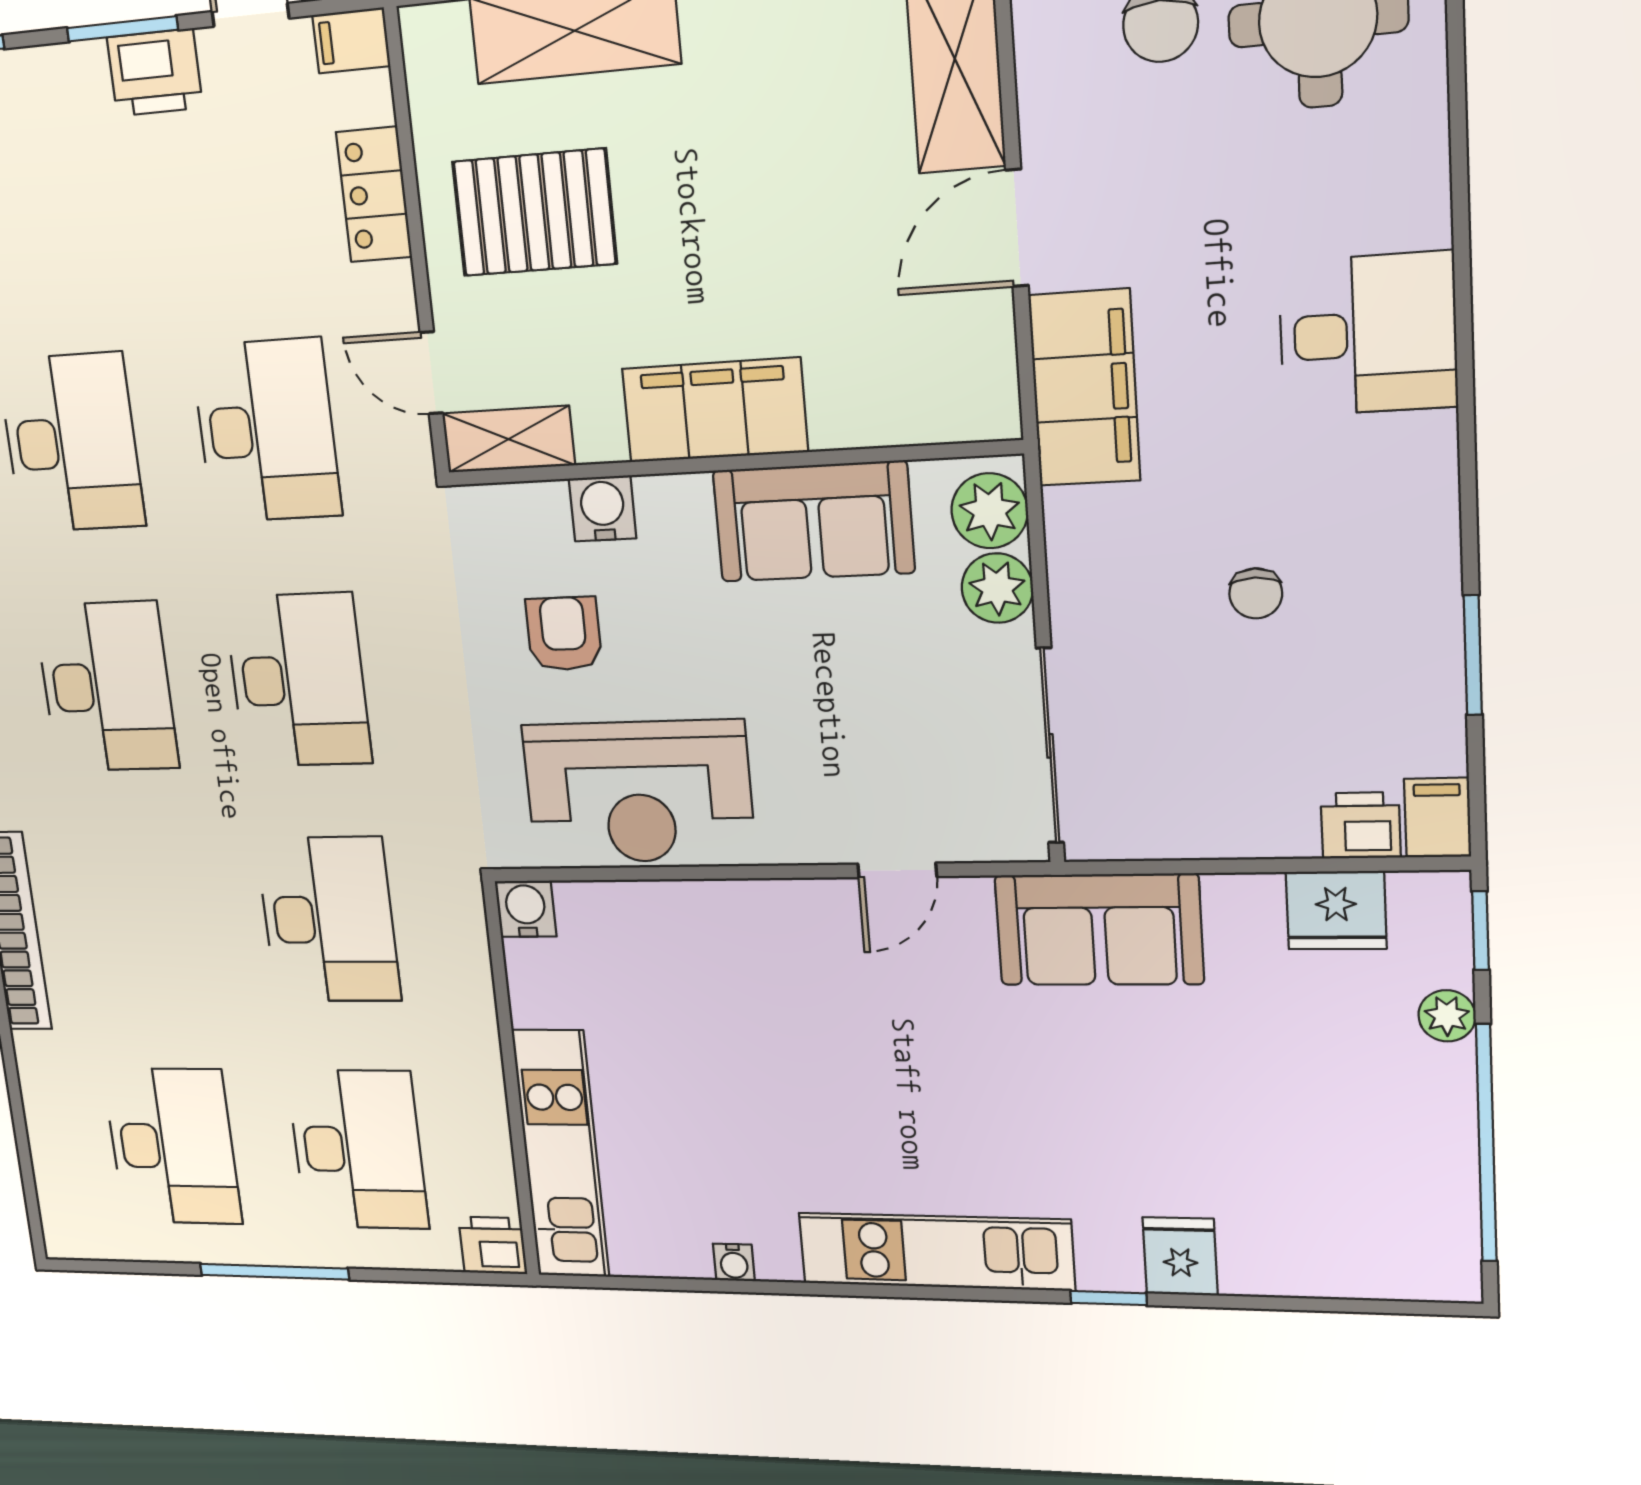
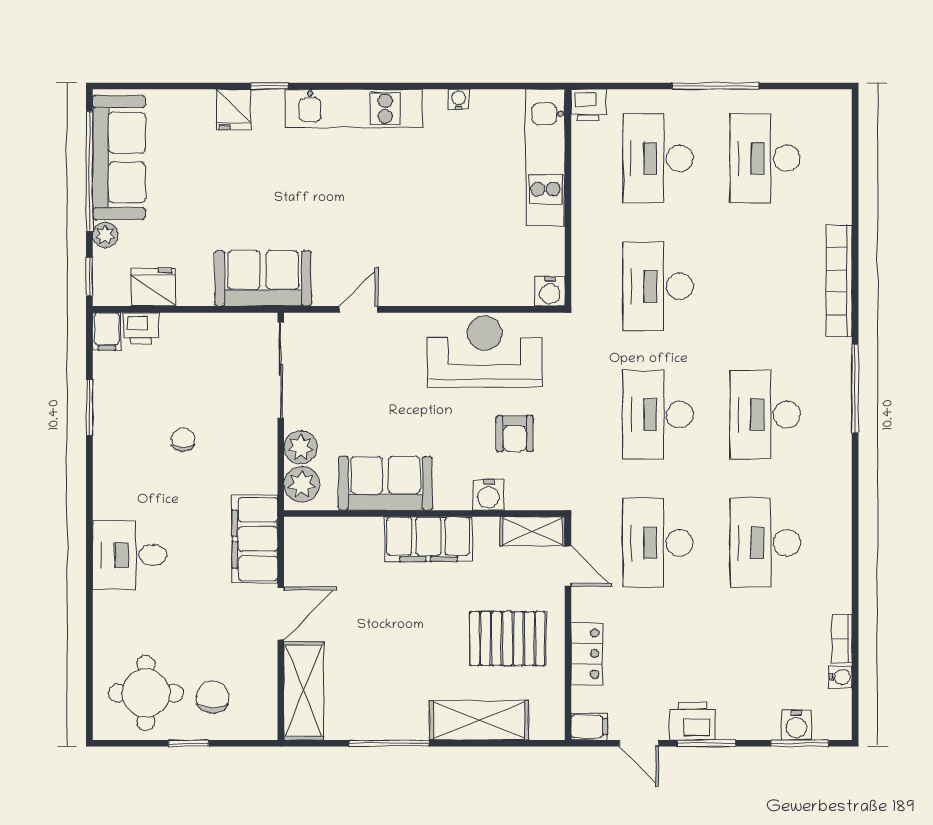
sofa: (1421, 1170) -> (119, 158), added

